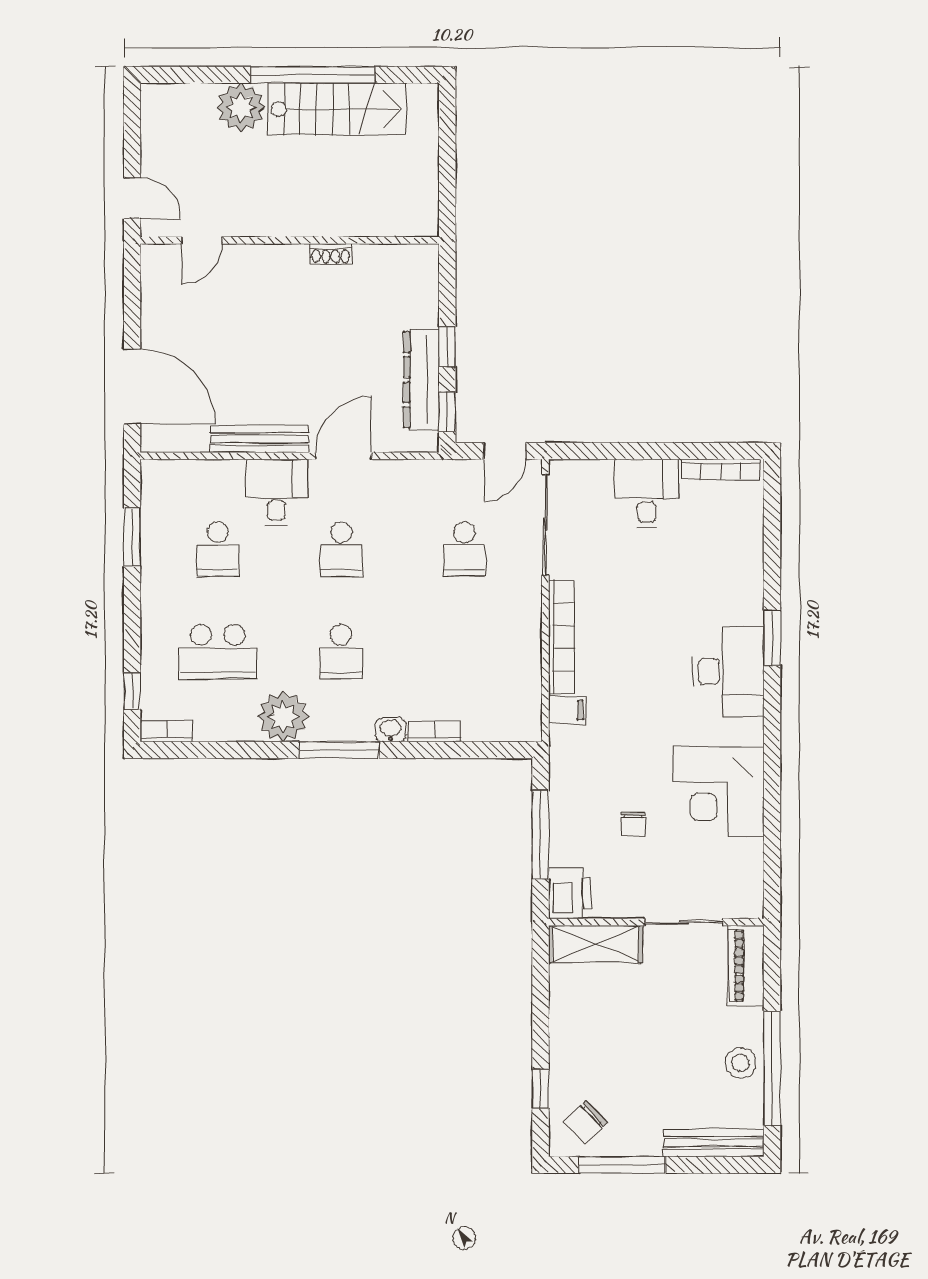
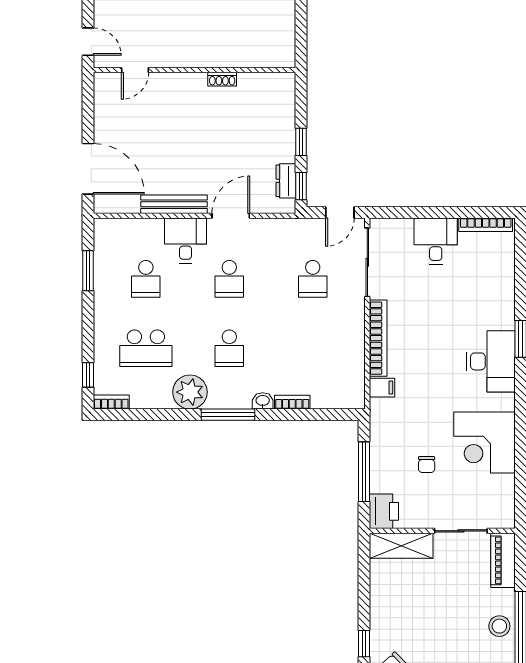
dresser: (421, 380) -> (286, 181), width x0.51, depth x0.80

